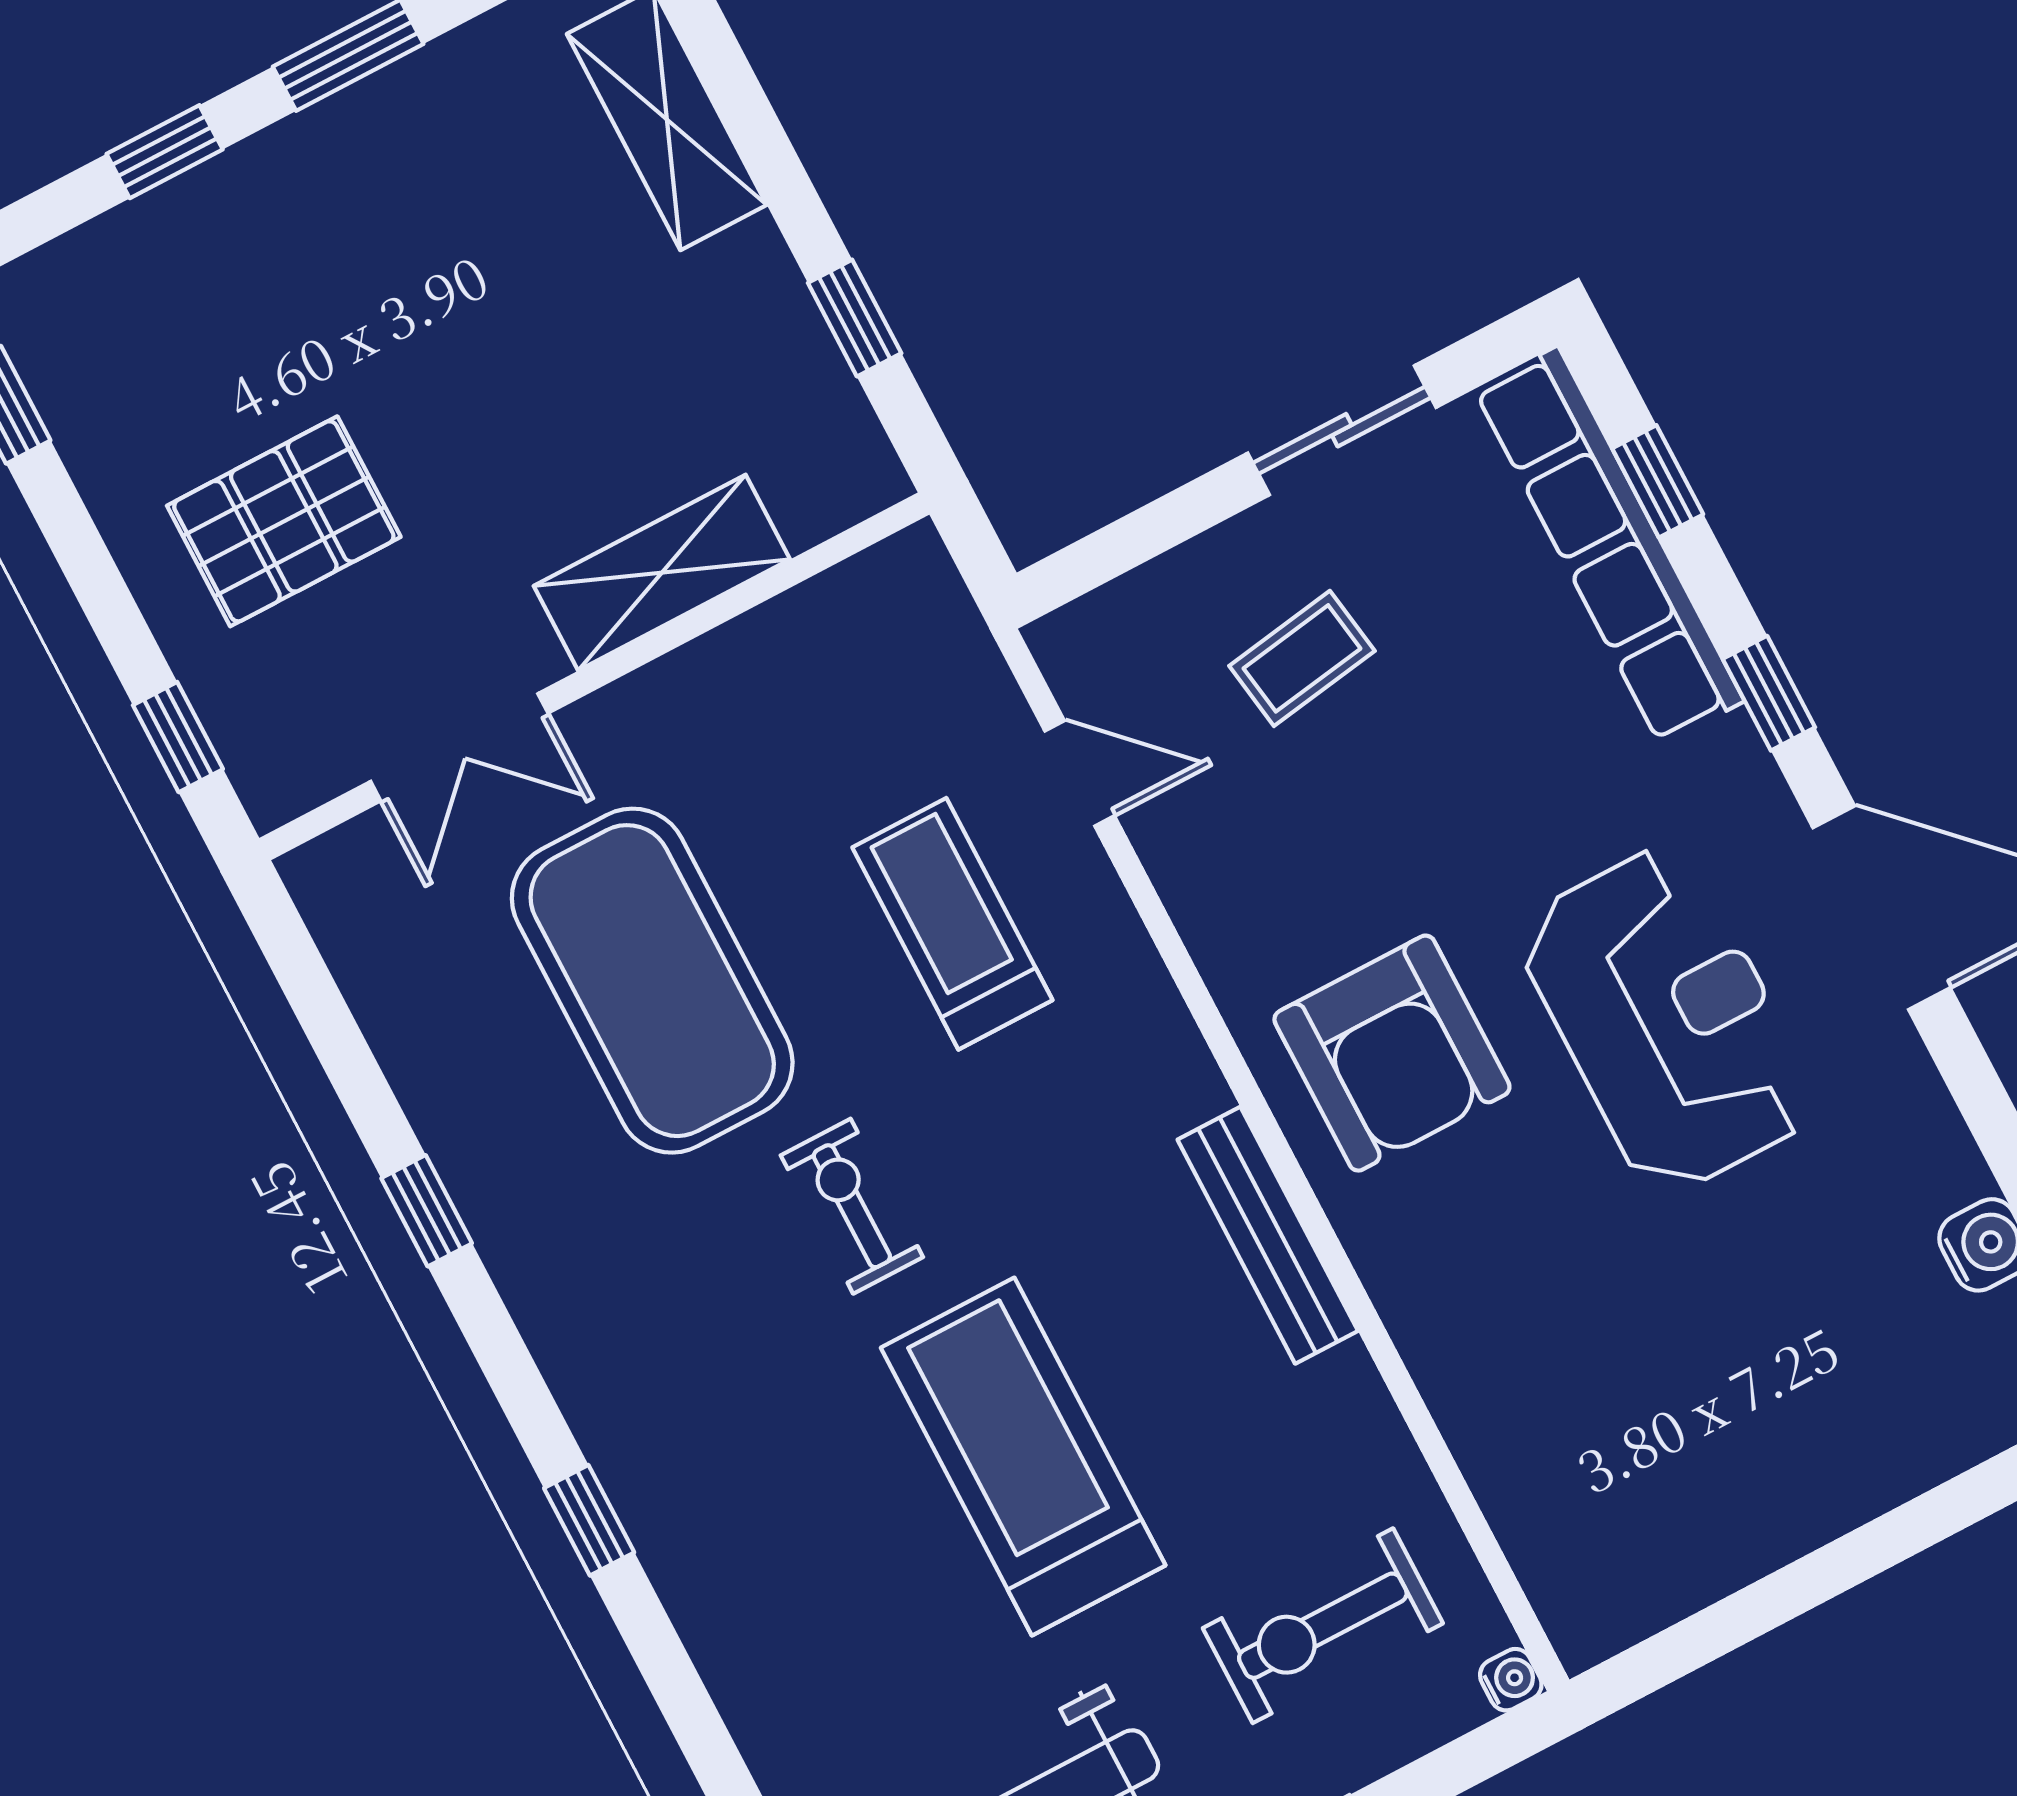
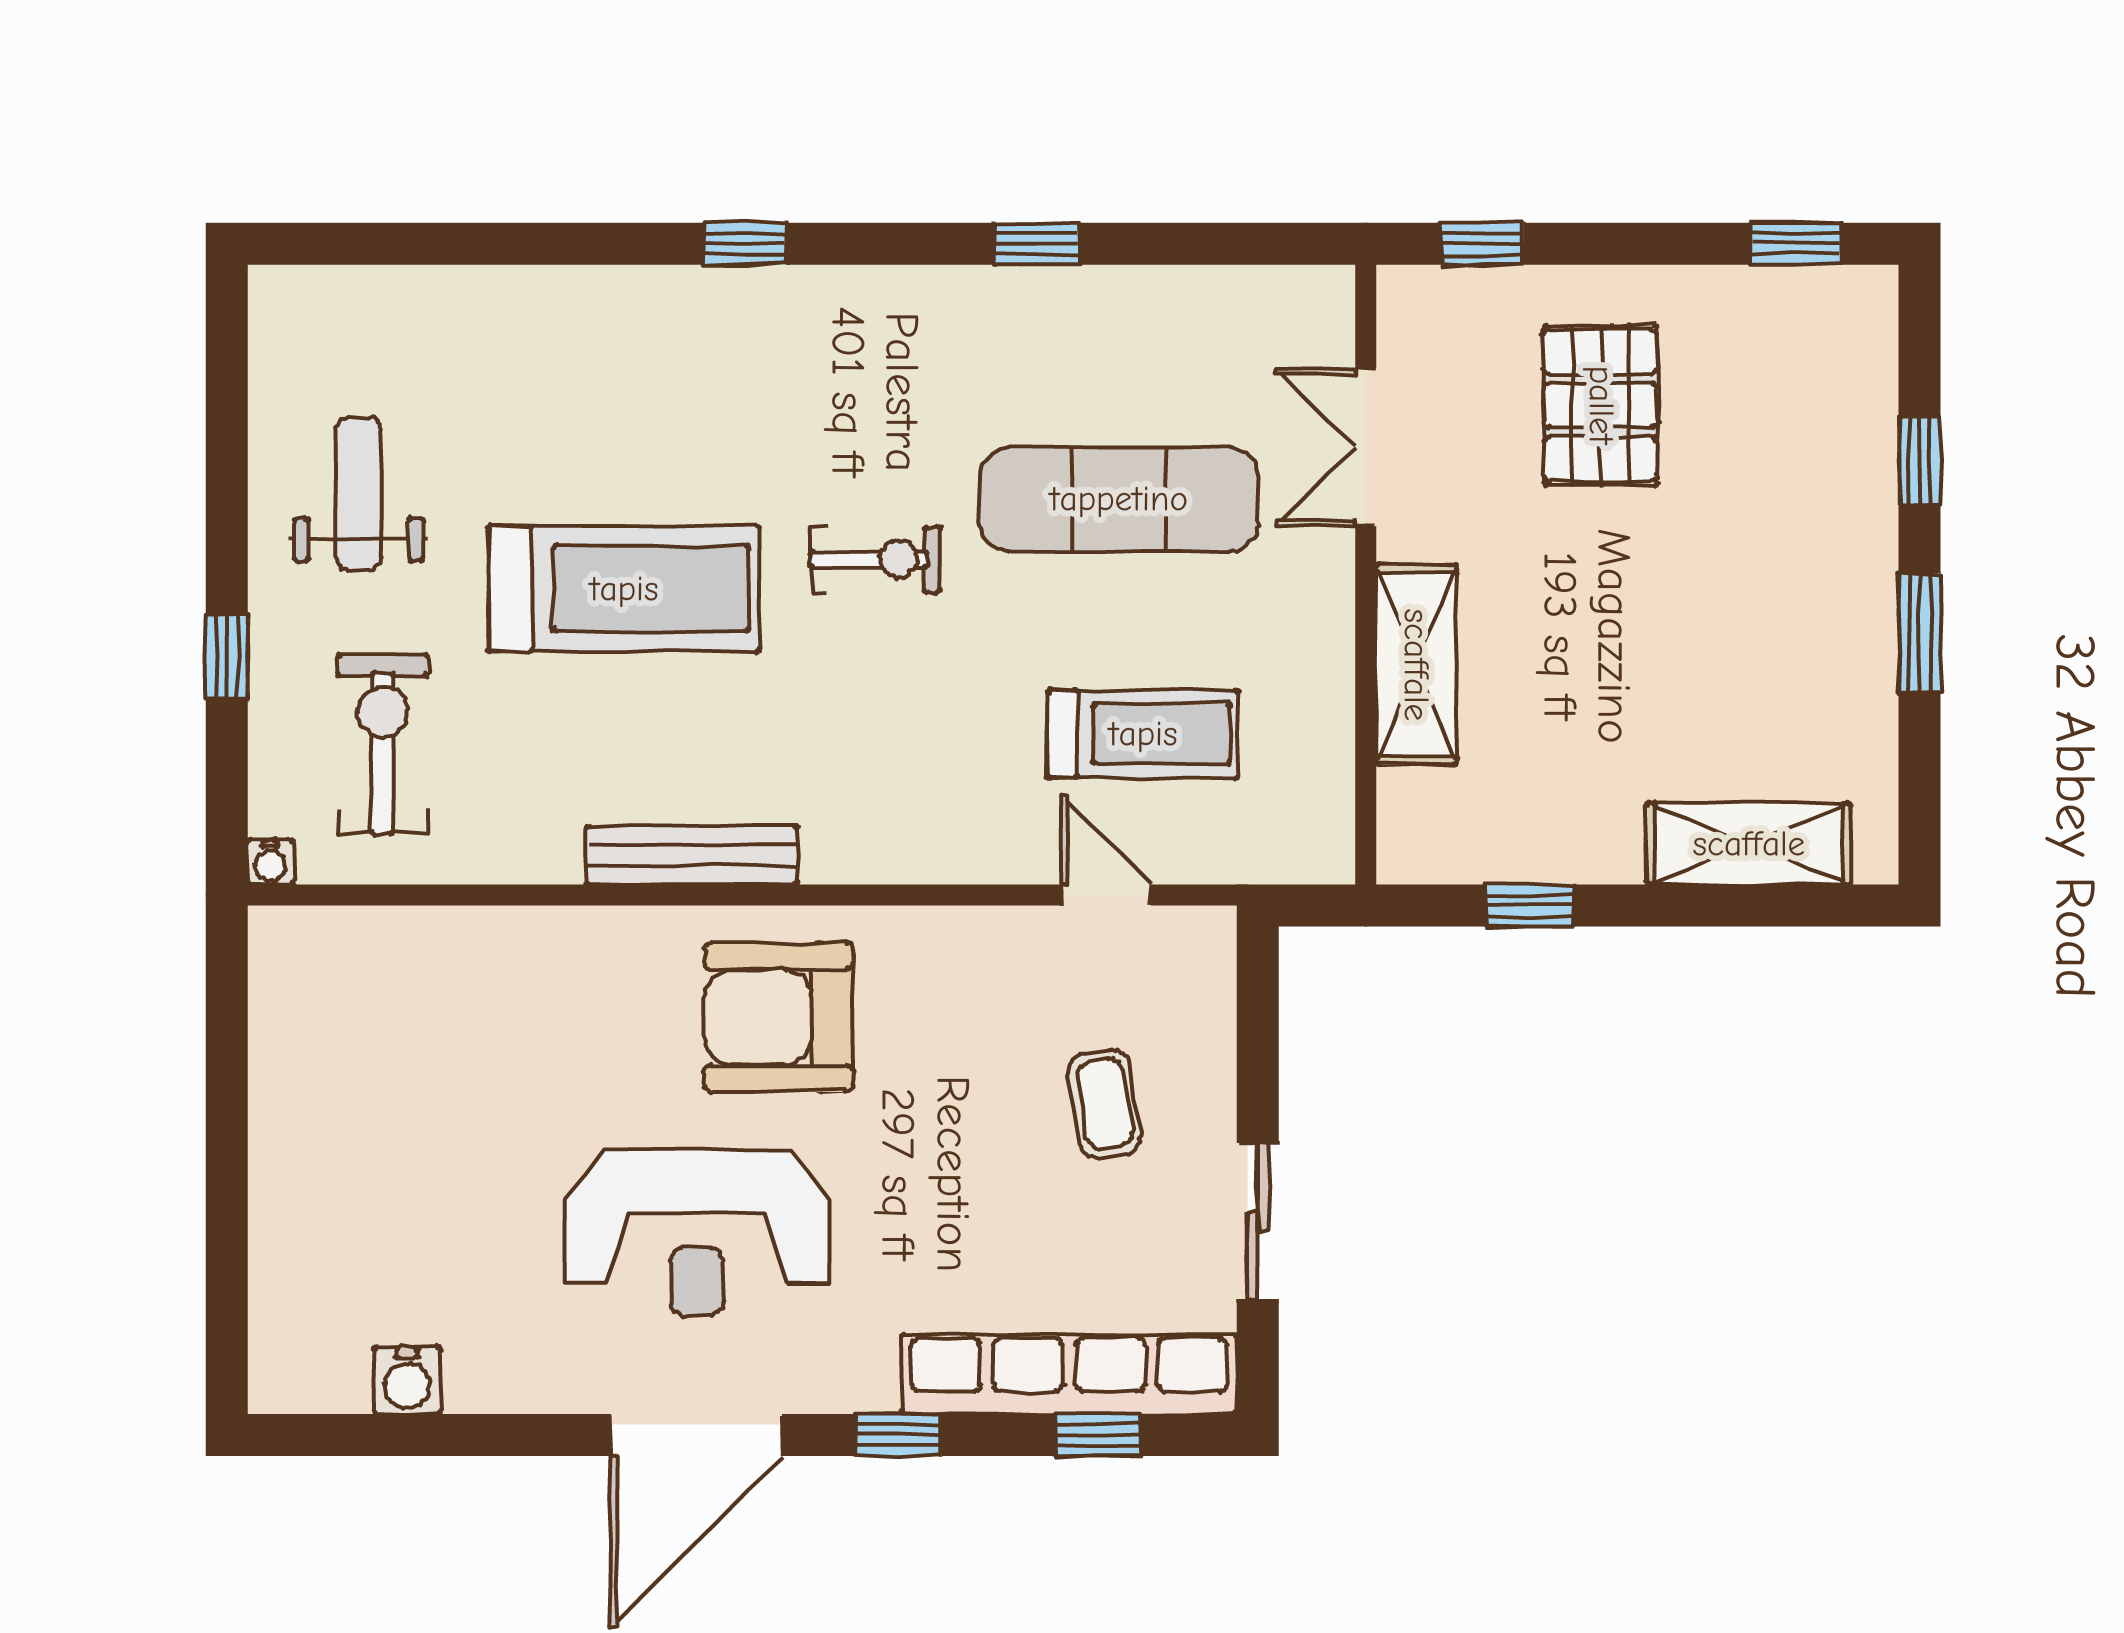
door: (1080, 773) -> (1106, 895), swing flipped
treadmill: (952, 924) -> (1143, 734), moved
exercise mat: (652, 981) -> (1119, 499), width x0.68

